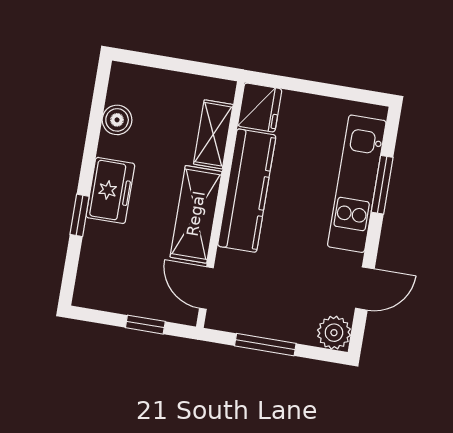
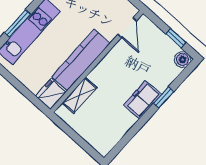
boiler: (117, 120) -> (183, 60), moved
shelving: (196, 214) -> (111, 64), removed
window: (145, 325) -> (176, 38), moved

